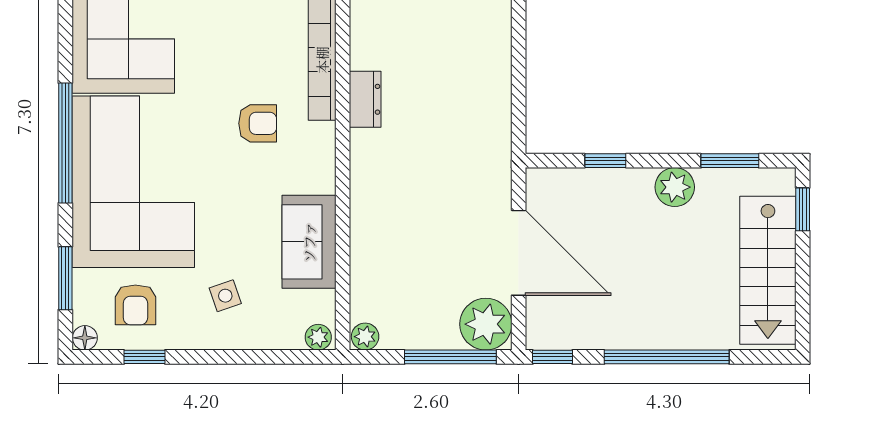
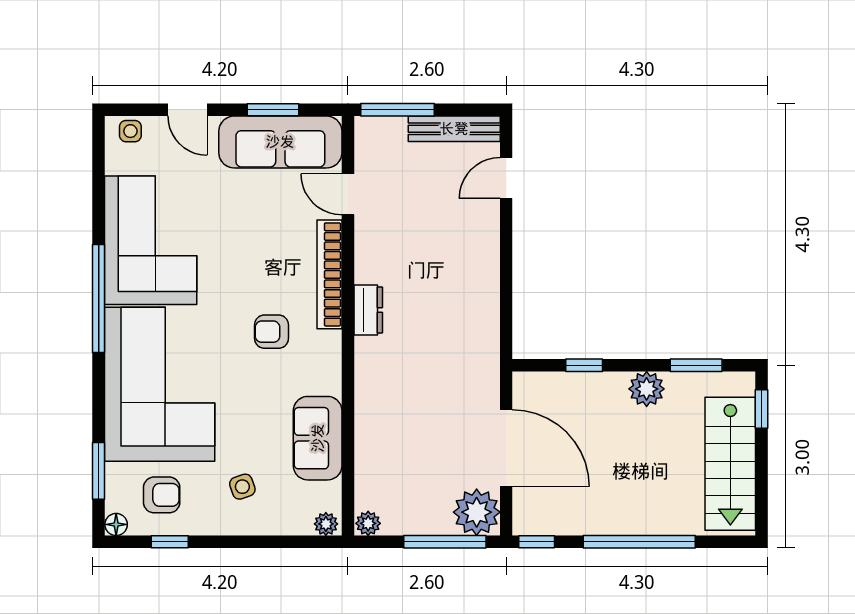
armchair: (258, 123) -> (272, 332), turned 180
window: (65, 143) -> (99, 299), moved
armchair: (135, 305) -> (162, 495), turned -90

